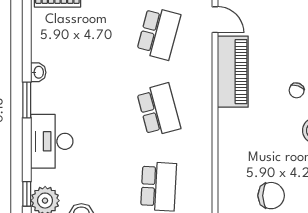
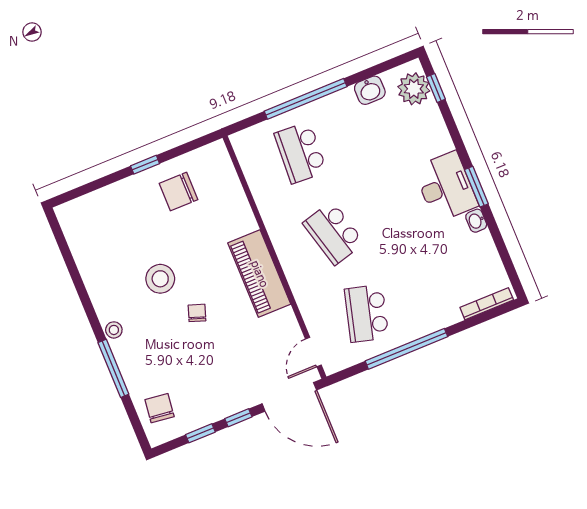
door: (215, 20) -> (313, 352), hinge flipped
piano: (233, 72) -> (259, 274), moved
desk: (52, 141) -> (446, 187), moved

